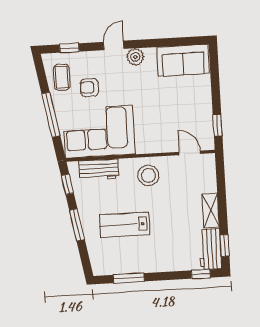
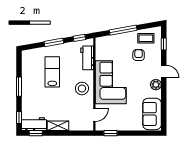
corner sofa: (99, 132) -> (111, 82), moved
window: (129, 278) -> (19, 87), moved

